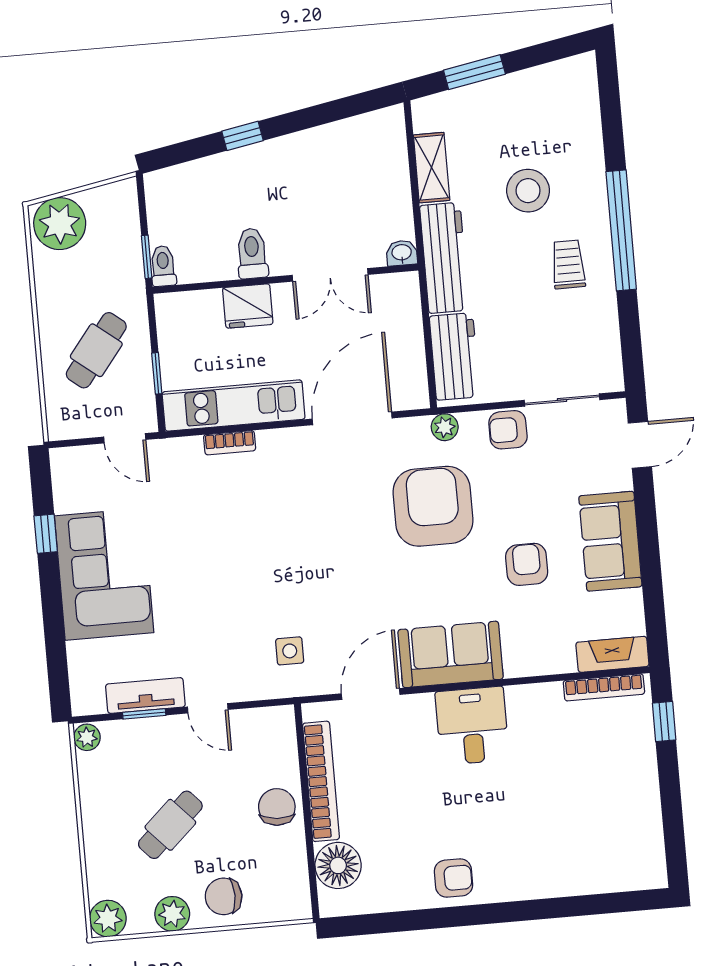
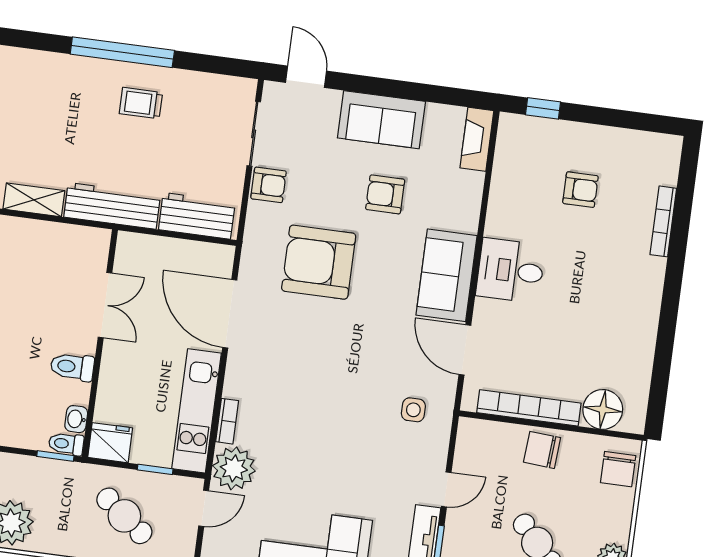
stool: (528, 191) -> (71, 123), removed
washbasin: (402, 253) -> (76, 419), moved
fridge: (248, 306) -> (110, 443), moved, turned -90
plant: (445, 427) -> (234, 468), moved, width x1.87, depth x1.87
armchair: (508, 430) -> (269, 185), turned -90
bookcase: (604, 687) -> (663, 221), moved, turned 180
armchair: (453, 878) -> (580, 190), moved, turned 90
chair: (224, 896) -> (618, 469), moved

